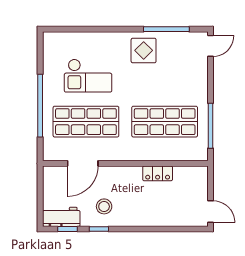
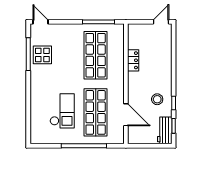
display table: (144, 50) -> (42, 55), moved

